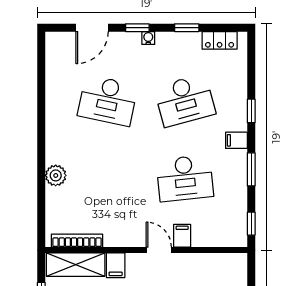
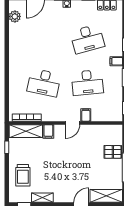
desk: (108, 100) -> (44, 83), moved
plant: (56, 175) -> (15, 16), moved
door: (159, 250) -> (73, 123), swing flipped

